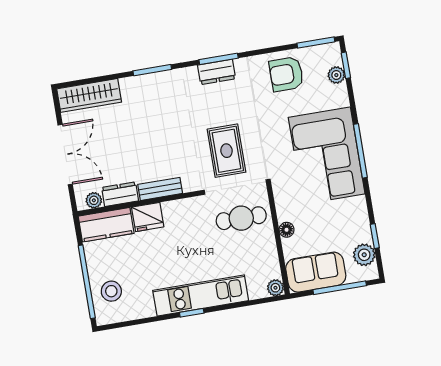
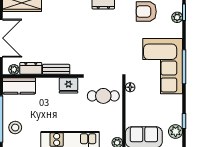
rug: (226, 151) -> (101, 53), removed
fridge: (148, 217) -> (68, 85), moved
floor lamp: (287, 230) -> (130, 87), moved

